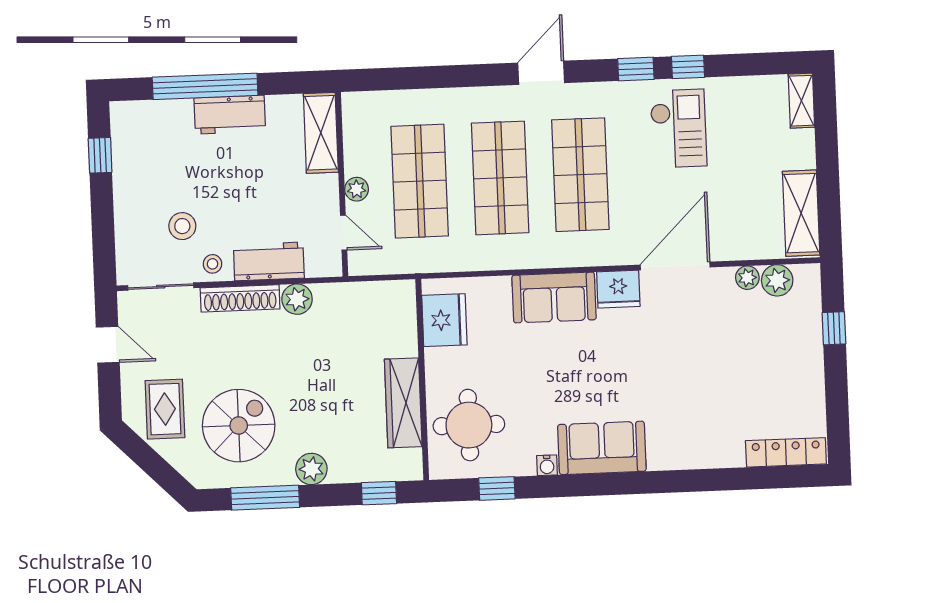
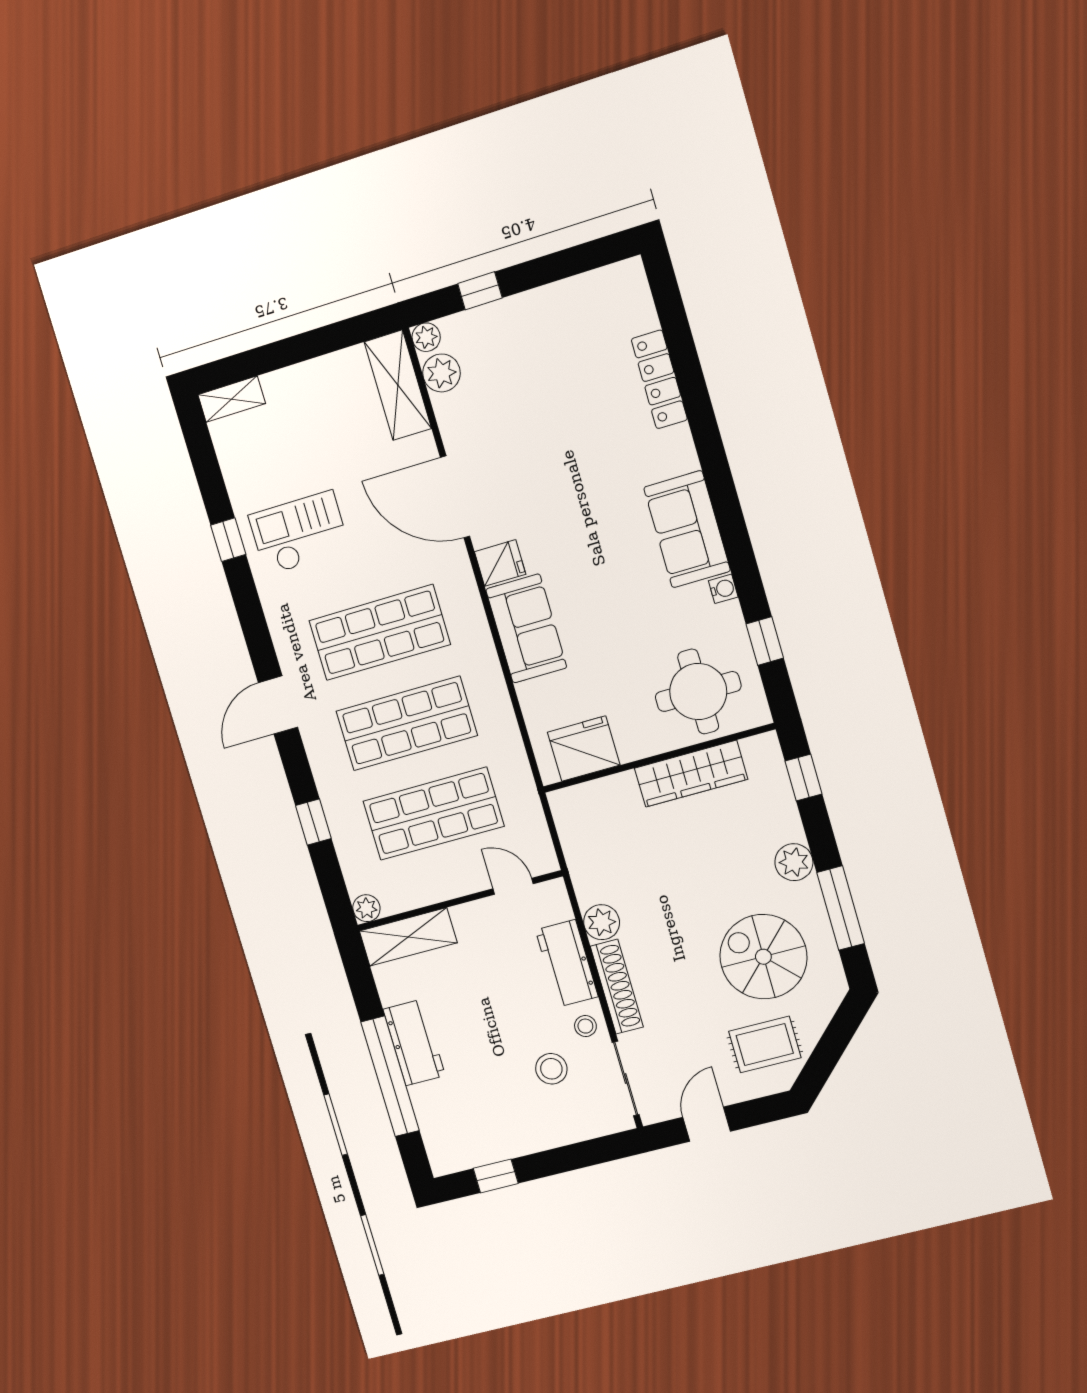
window: (636, 69) -> (313, 822), moved
door: (541, 73) -> (278, 705), hinge flipped
plant: (357, 189) -> (366, 908), moved
shelving: (801, 213) -> (398, 385), moved, turned 90
door: (344, 233) -> (513, 886), hinge flipped
plant: (747, 278) -> (426, 337), moved
fridge: (618, 289) -> (500, 563), width x0.72
locker: (786, 452) -> (659, 379), moved

